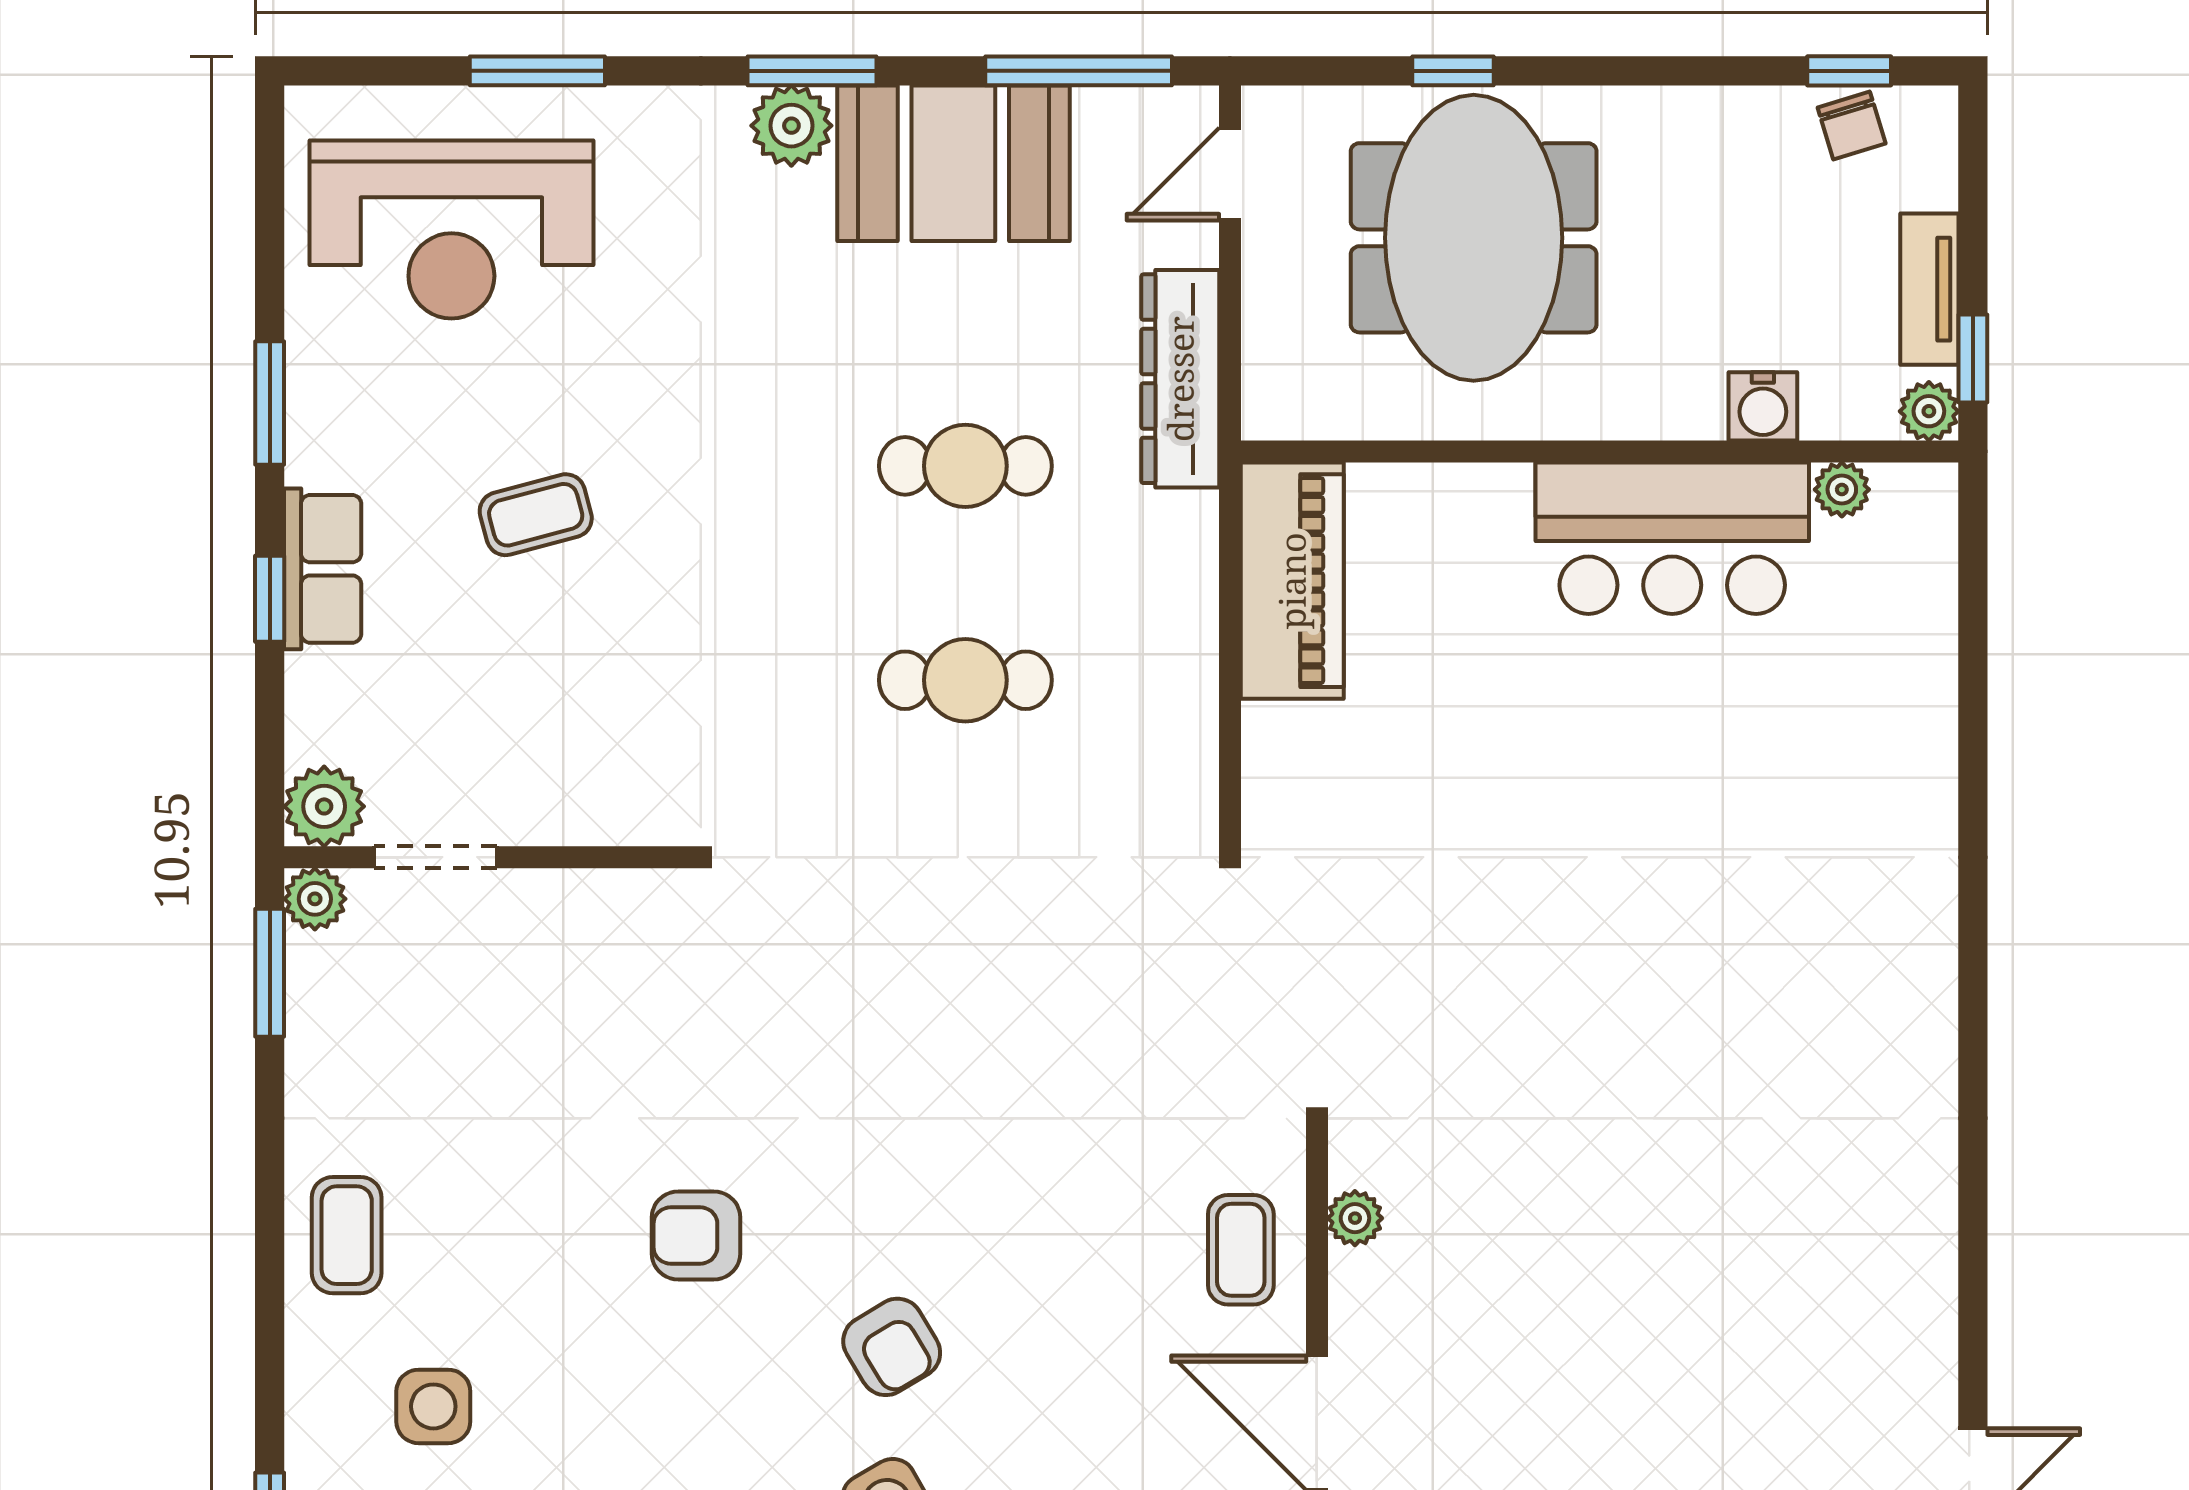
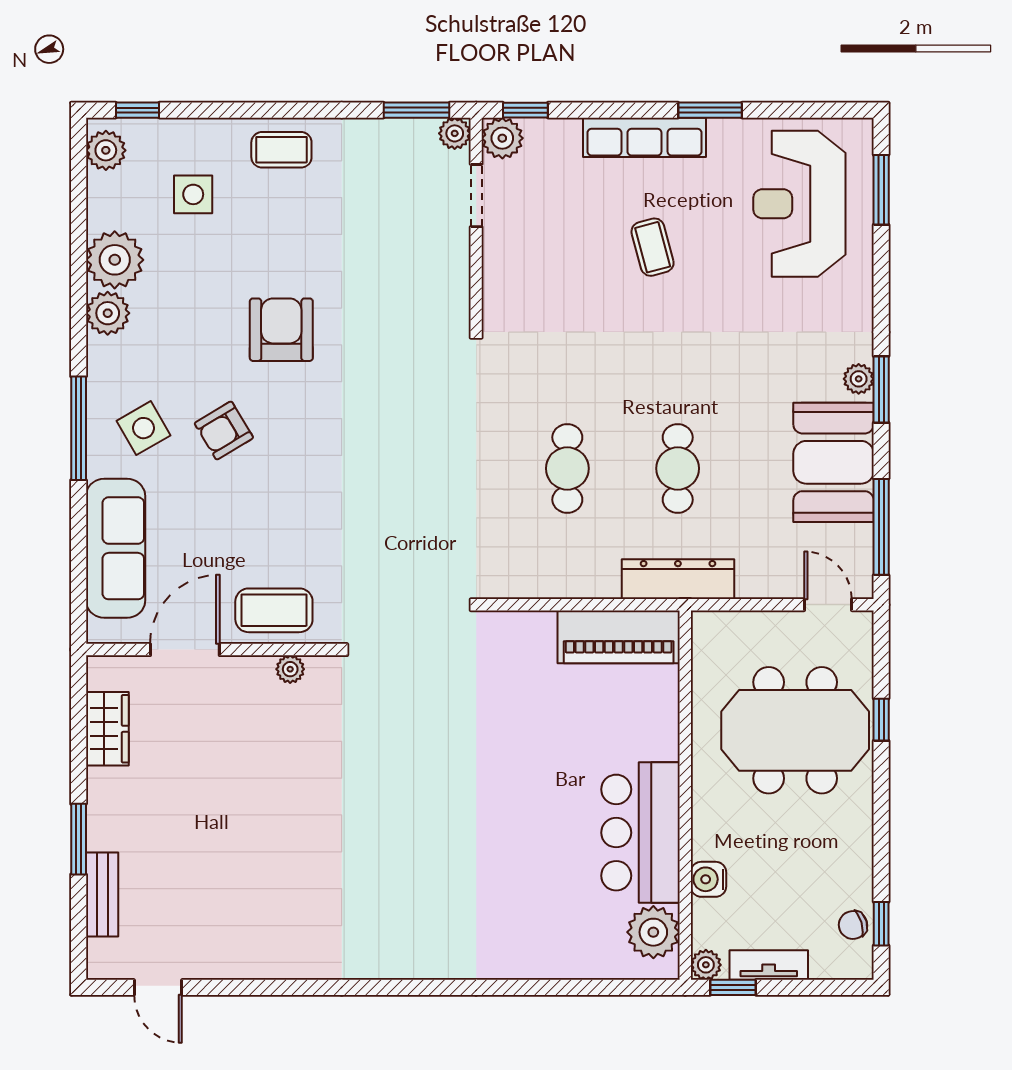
window: (537, 71) -> (881, 190), moved
plant: (791, 126) -> (859, 379), width x0.73, depth x0.73
dresser: (1180, 379) -> (678, 579), moved
plant: (1842, 489) -> (653, 932), width x1.88, depth x1.88
row of seats: (323, 569) -> (644, 137), width x1.48
window: (270, 599) -> (525, 110), moved
armchair: (696, 1235) -> (281, 330), width x1.38, depth x1.38
coffee table: (1241, 1250) -> (274, 610), width x1.36, depth x1.30

